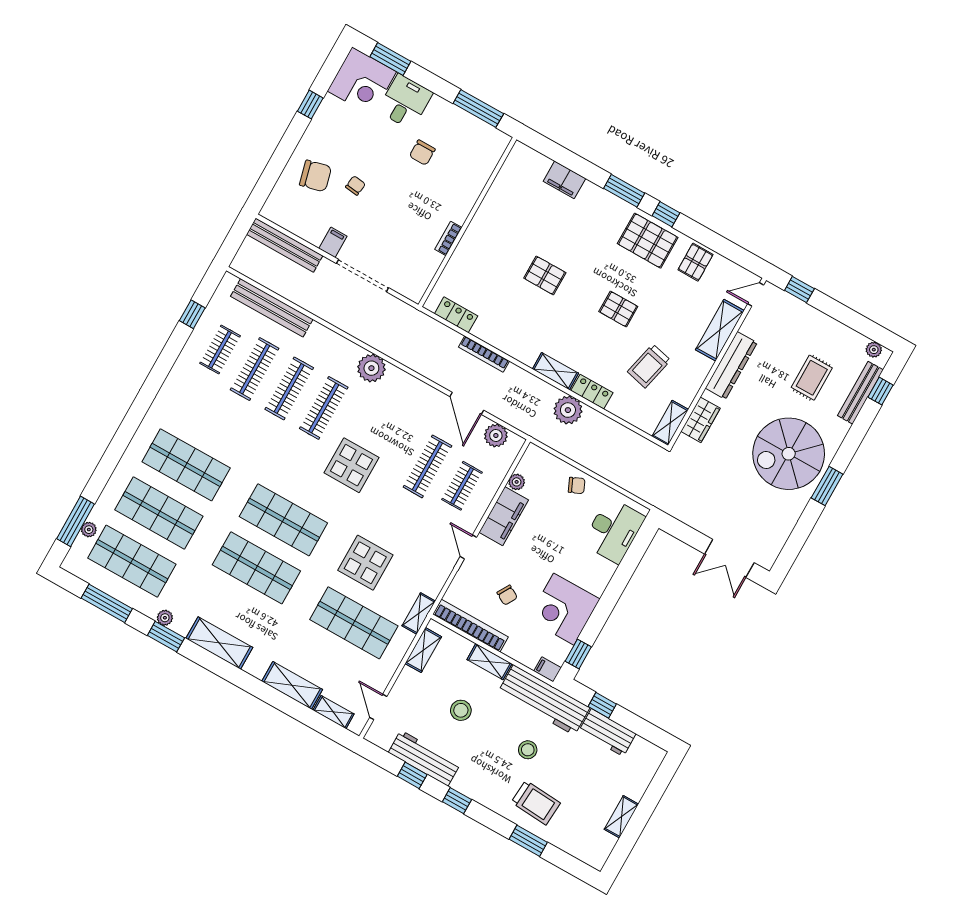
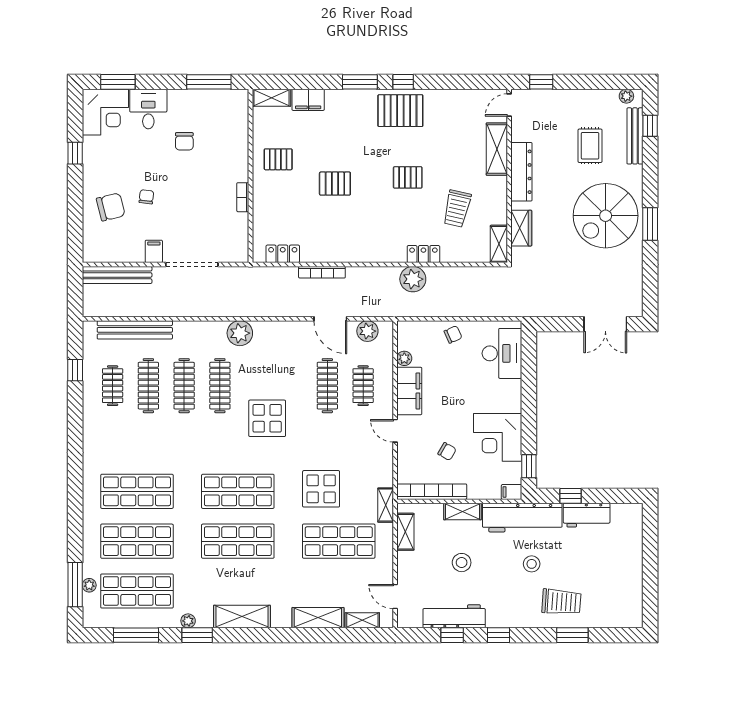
pallet: (695, 262) -> (278, 159), moved, turned 90
shelving: (555, 371) -> (271, 98), moved
shelving: (621, 817) -> (635, 575), removed

